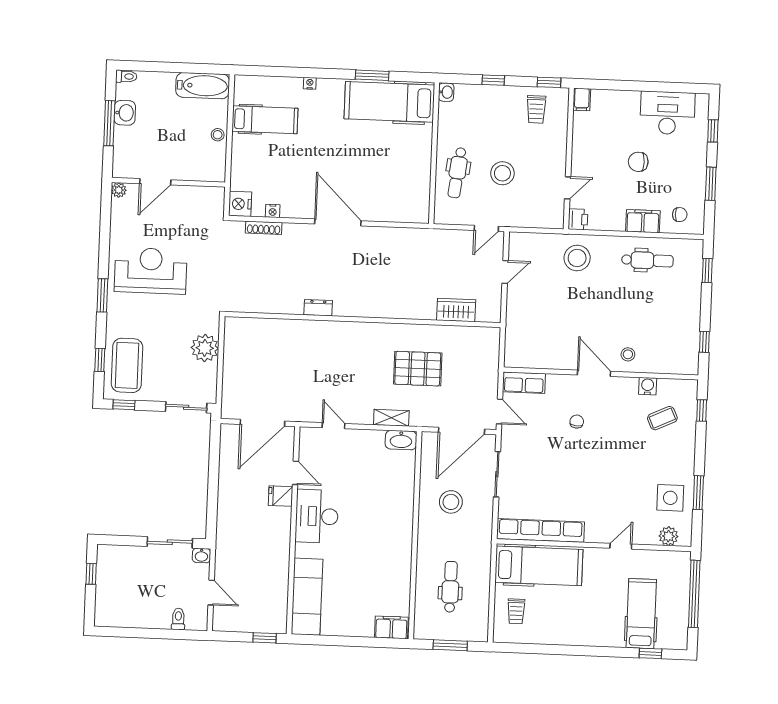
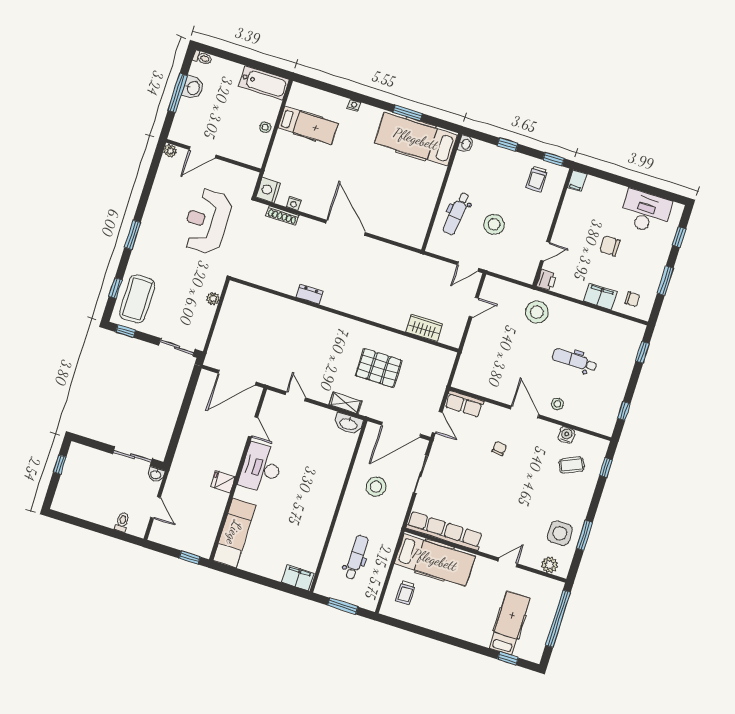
dental chair: (647, 260) -> (574, 360), moved, turned 180
reception desk: (151, 271) -> (207, 221), moved, turned -90
plant: (205, 348) -> (213, 299), width x0.53, depth x0.53
fridge: (280, 496) -> (223, 482), moved

